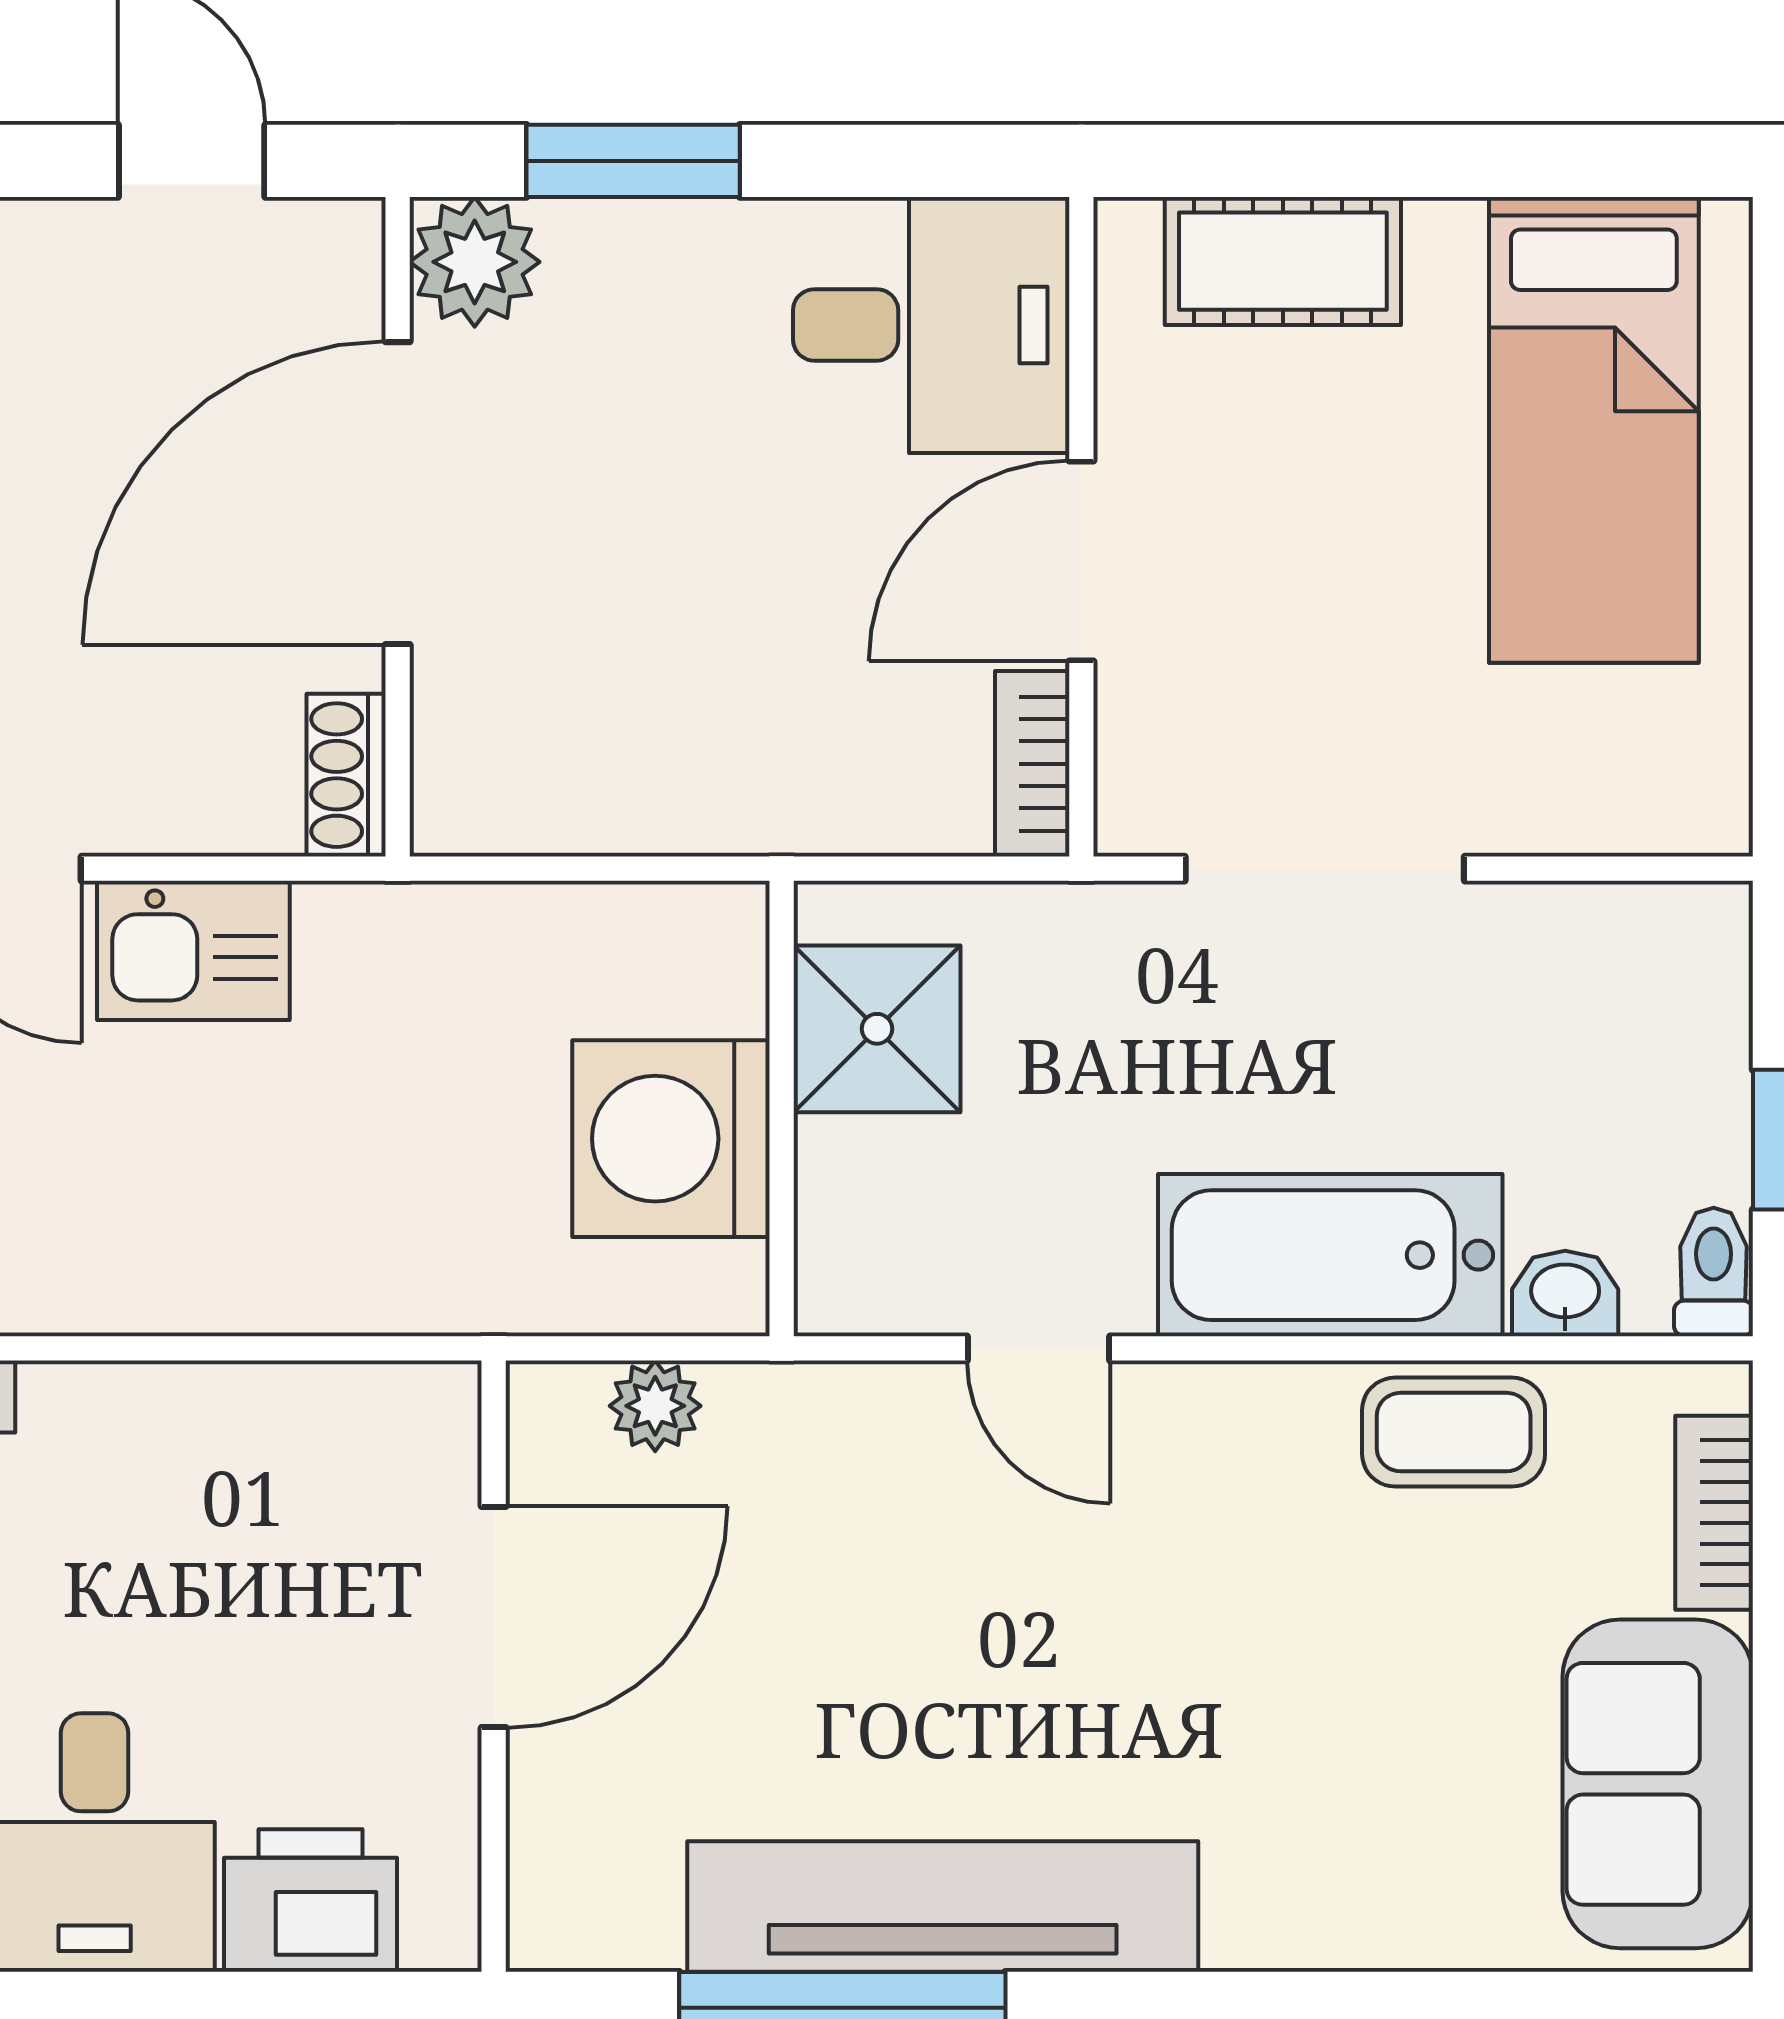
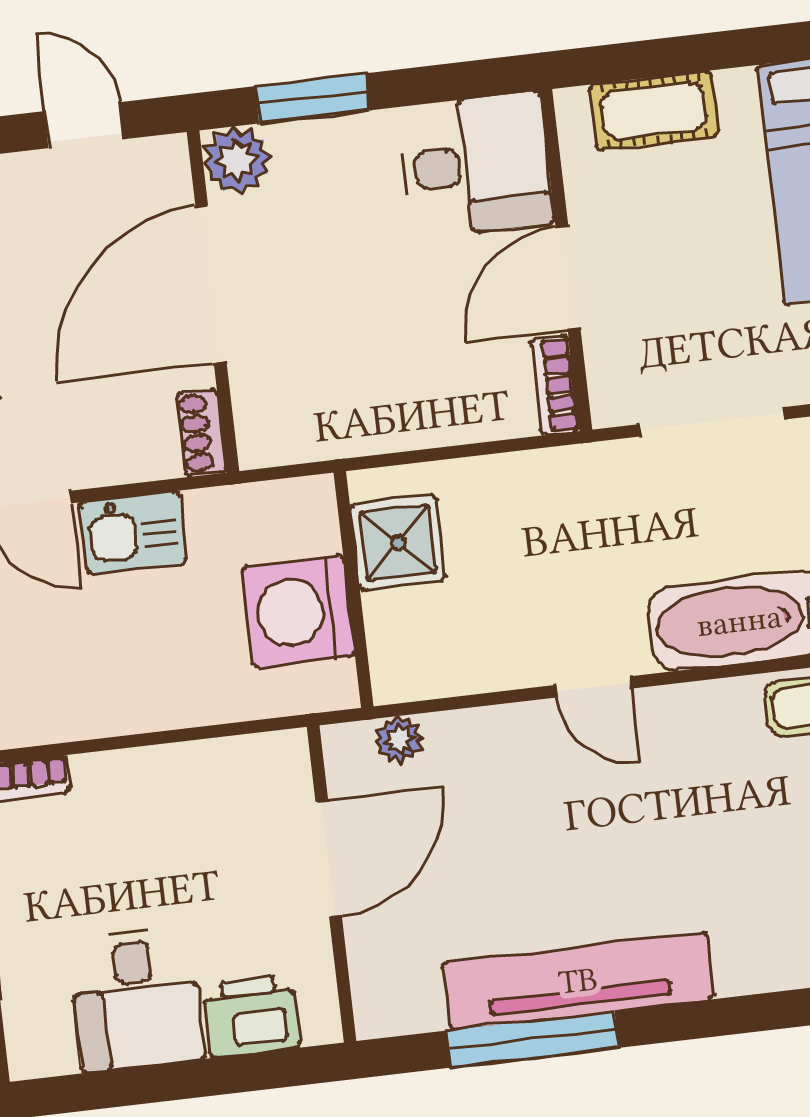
shower: (877, 1029) -> (398, 543), moved
wall: (782, 1108) -> (354, 589), moved
washing machine: (671, 1139) -> (298, 612), moved

